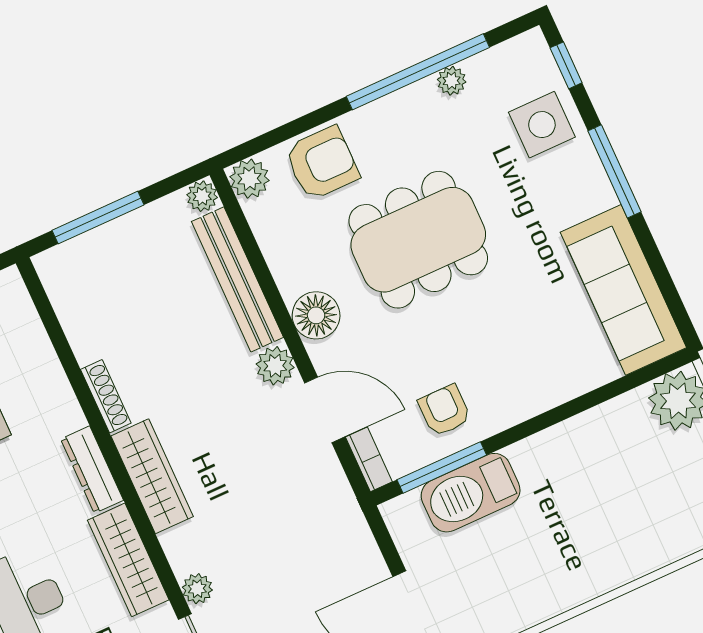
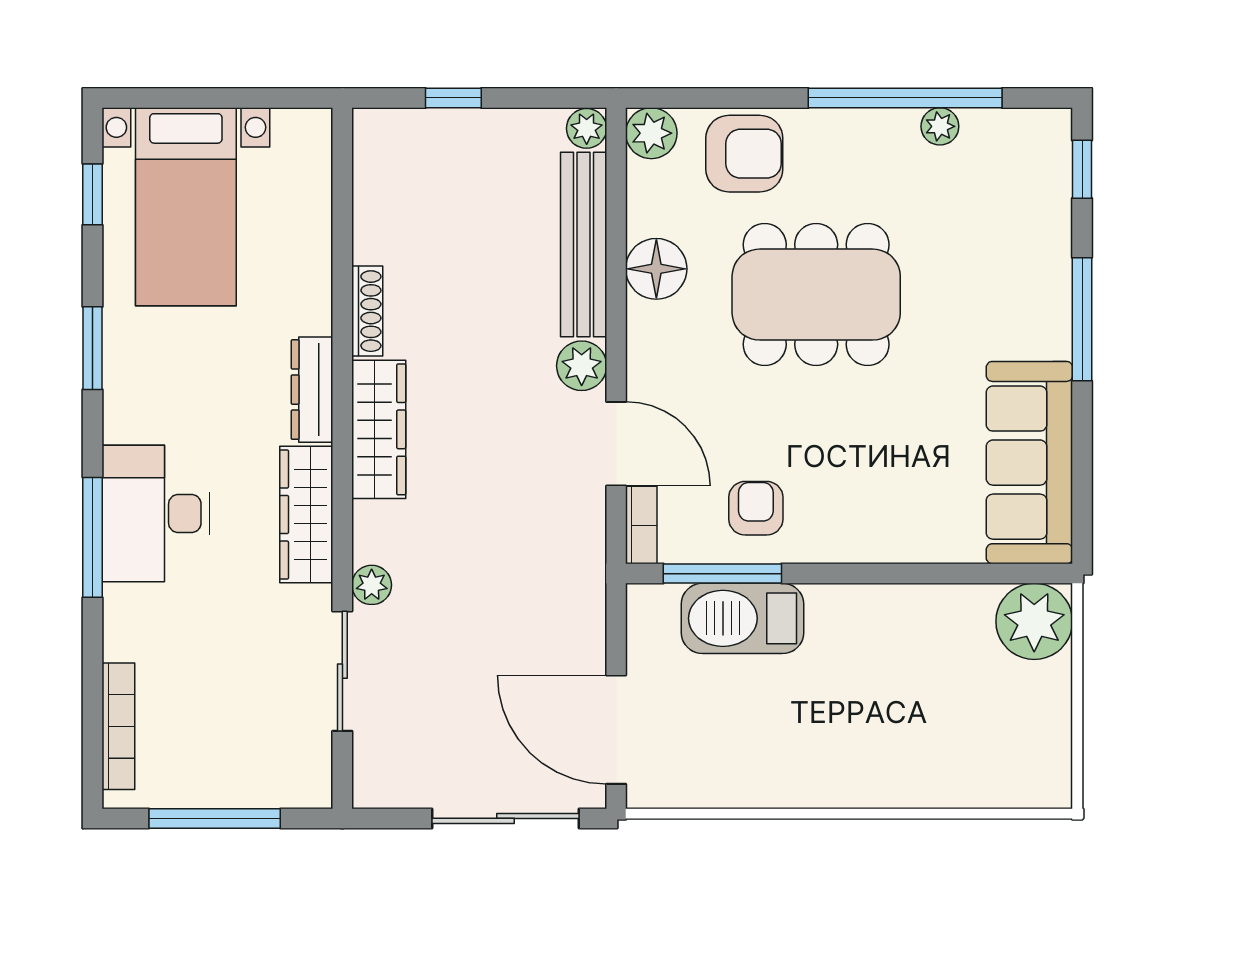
side table: (542, 125) -> (1022, 226), removed
window: (98, 218) -> (453, 98), width x0.46
floor lamp: (316, 315) -> (656, 269), moved

